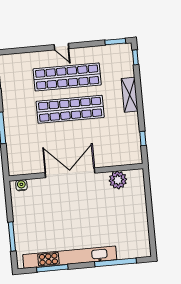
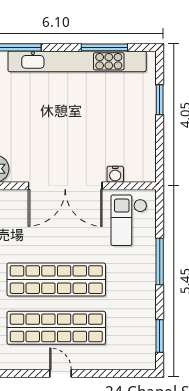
checkout: (25, 154) -> (129, 220), added
water cooler: (21, 185) -> (115, 174), moved
window: (12, 237) -> (160, 100), width x0.69

